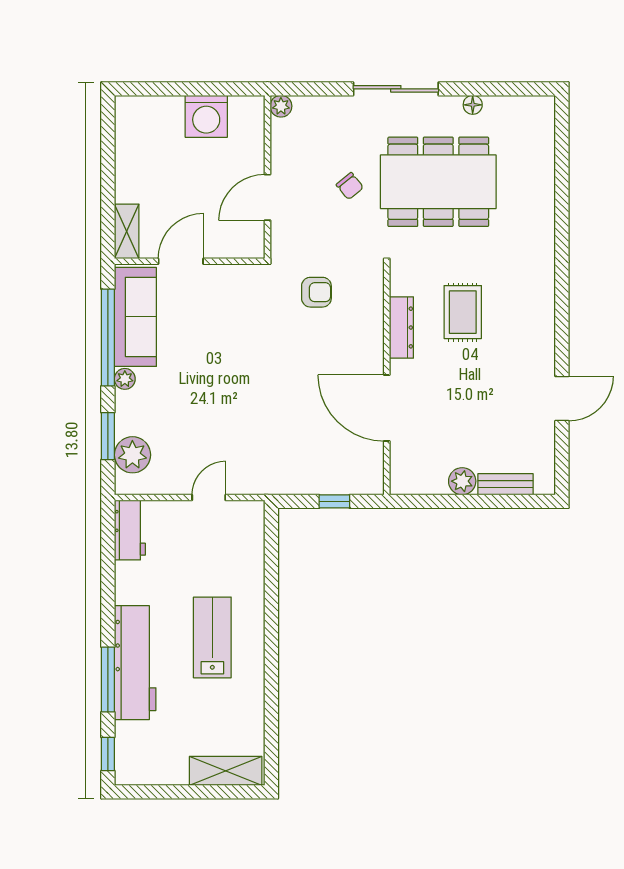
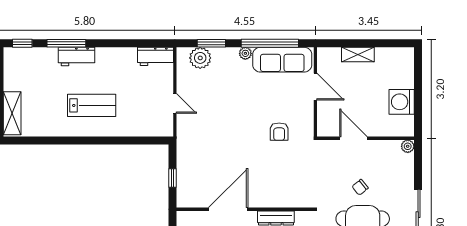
shelving: (127, 231) -> (358, 54), moved
armchair: (316, 292) -> (279, 132), moved
workbench: (135, 663) -> (77, 57), width x0.53, depth x0.76

